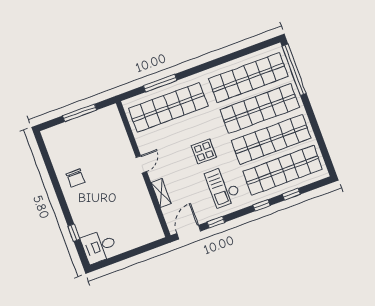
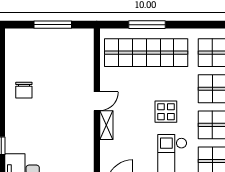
shelving: (161, 193) -> (106, 125), moved

